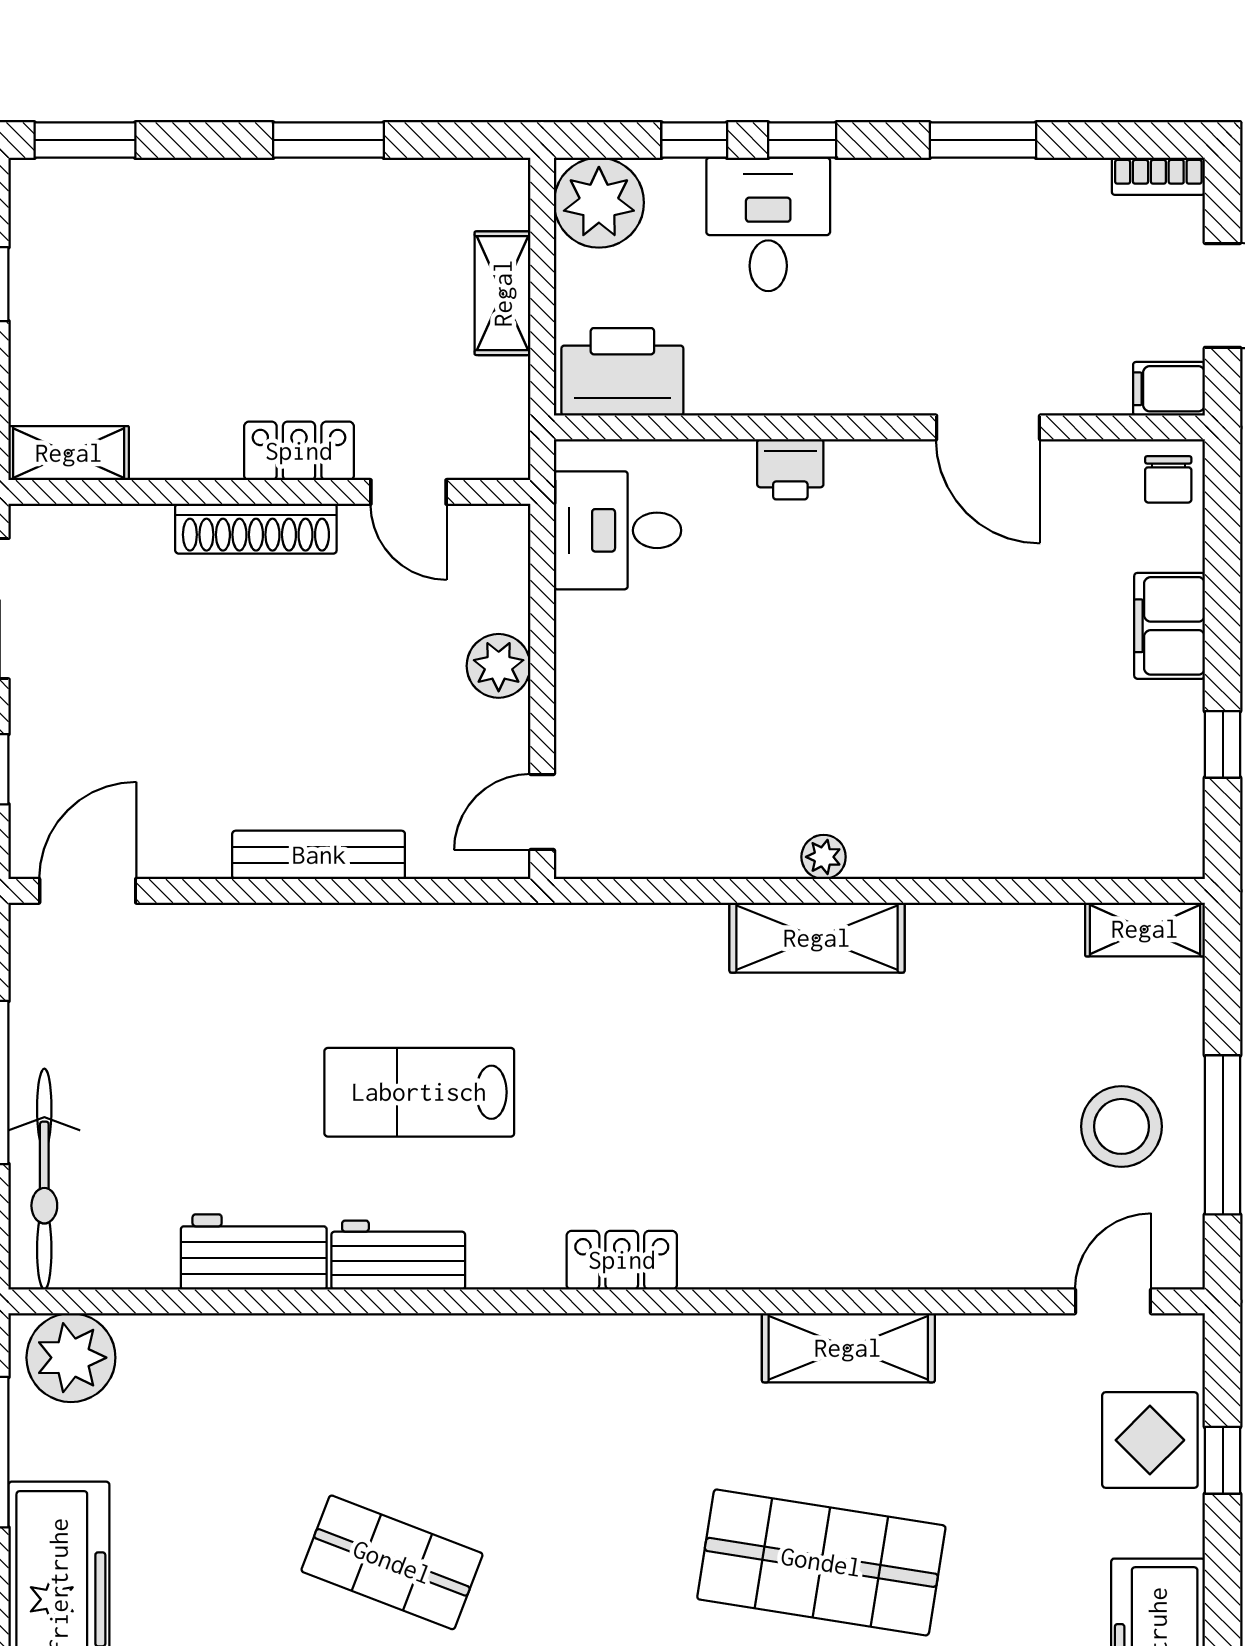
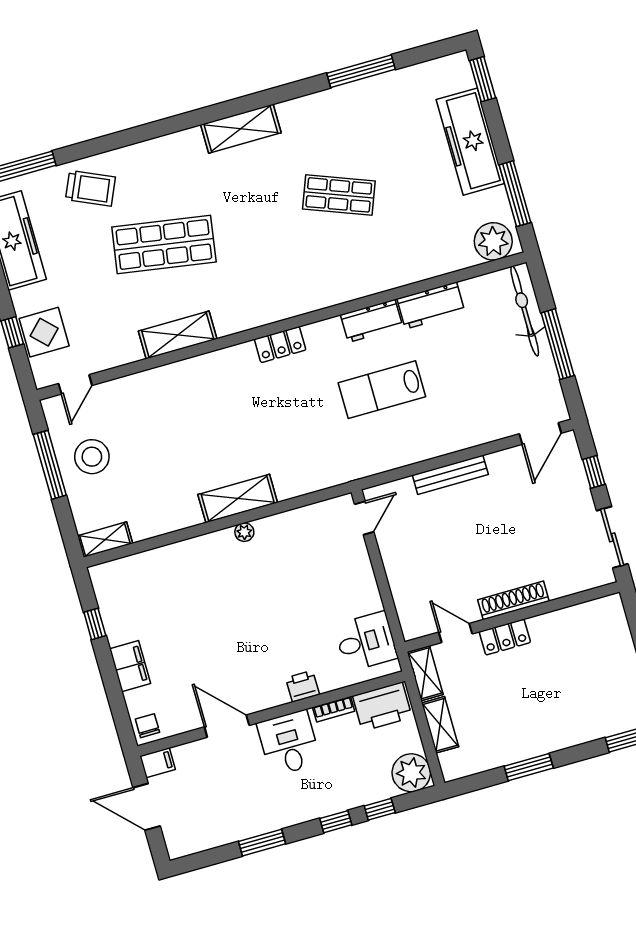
bookcase: (1158, 176) -> (334, 709), moved, turned 180
desk: (768, 224) -> (289, 743), moved, turned 180
shelving: (69, 453) -> (425, 673), moved, turned 90
plant: (499, 666) -> (399, 572), removed
lab bench: (419, 1092) -> (382, 390), turned 180

